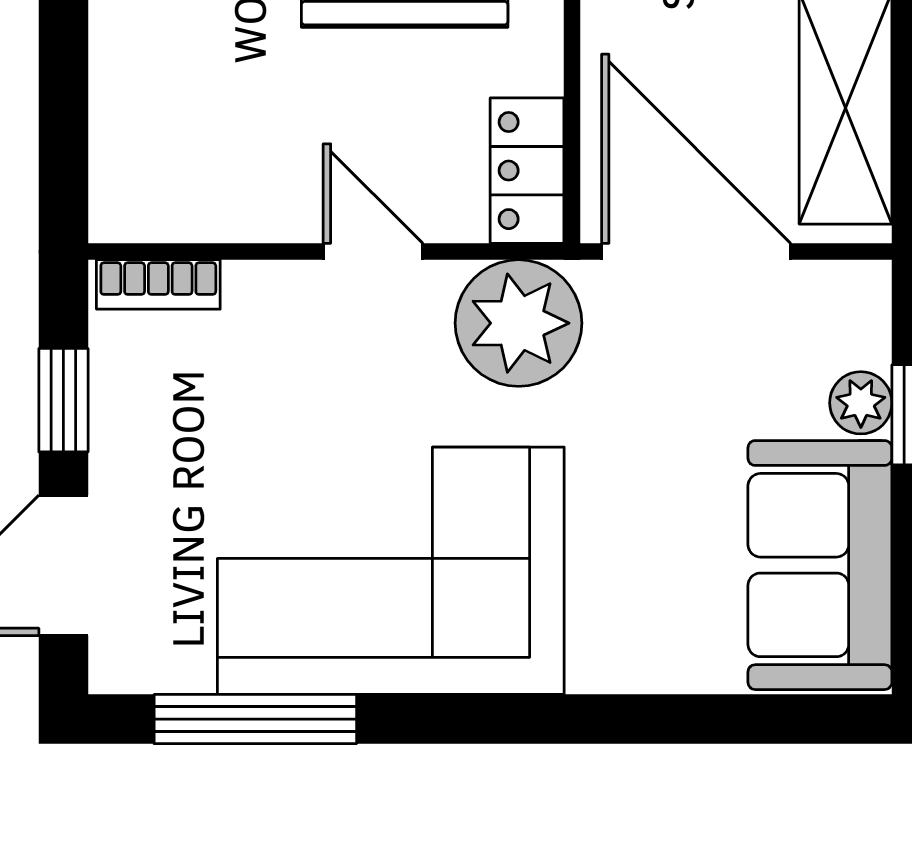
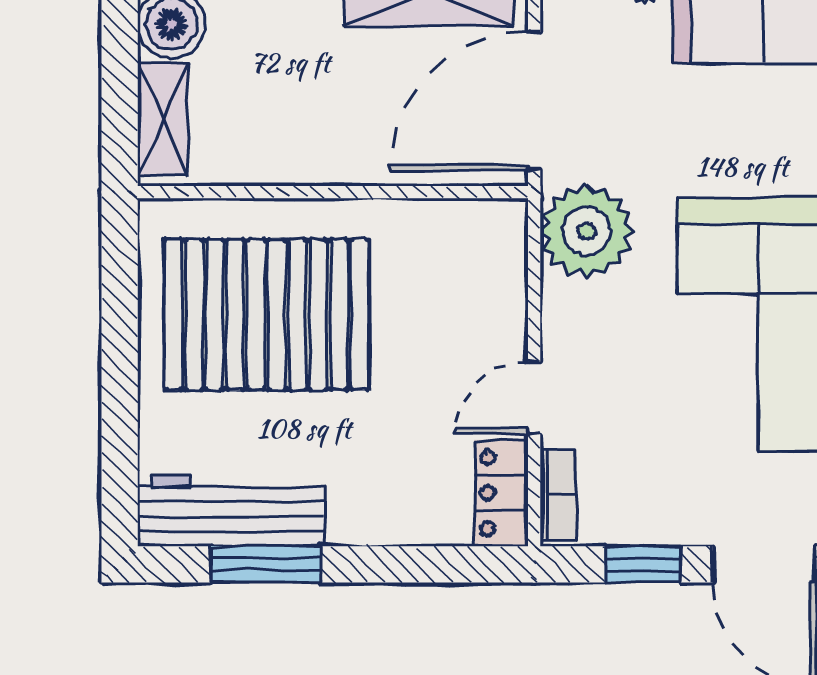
locker: (527, 171) -> (501, 493), moved, turned 90
door: (373, 252) -> (534, 398), moved

